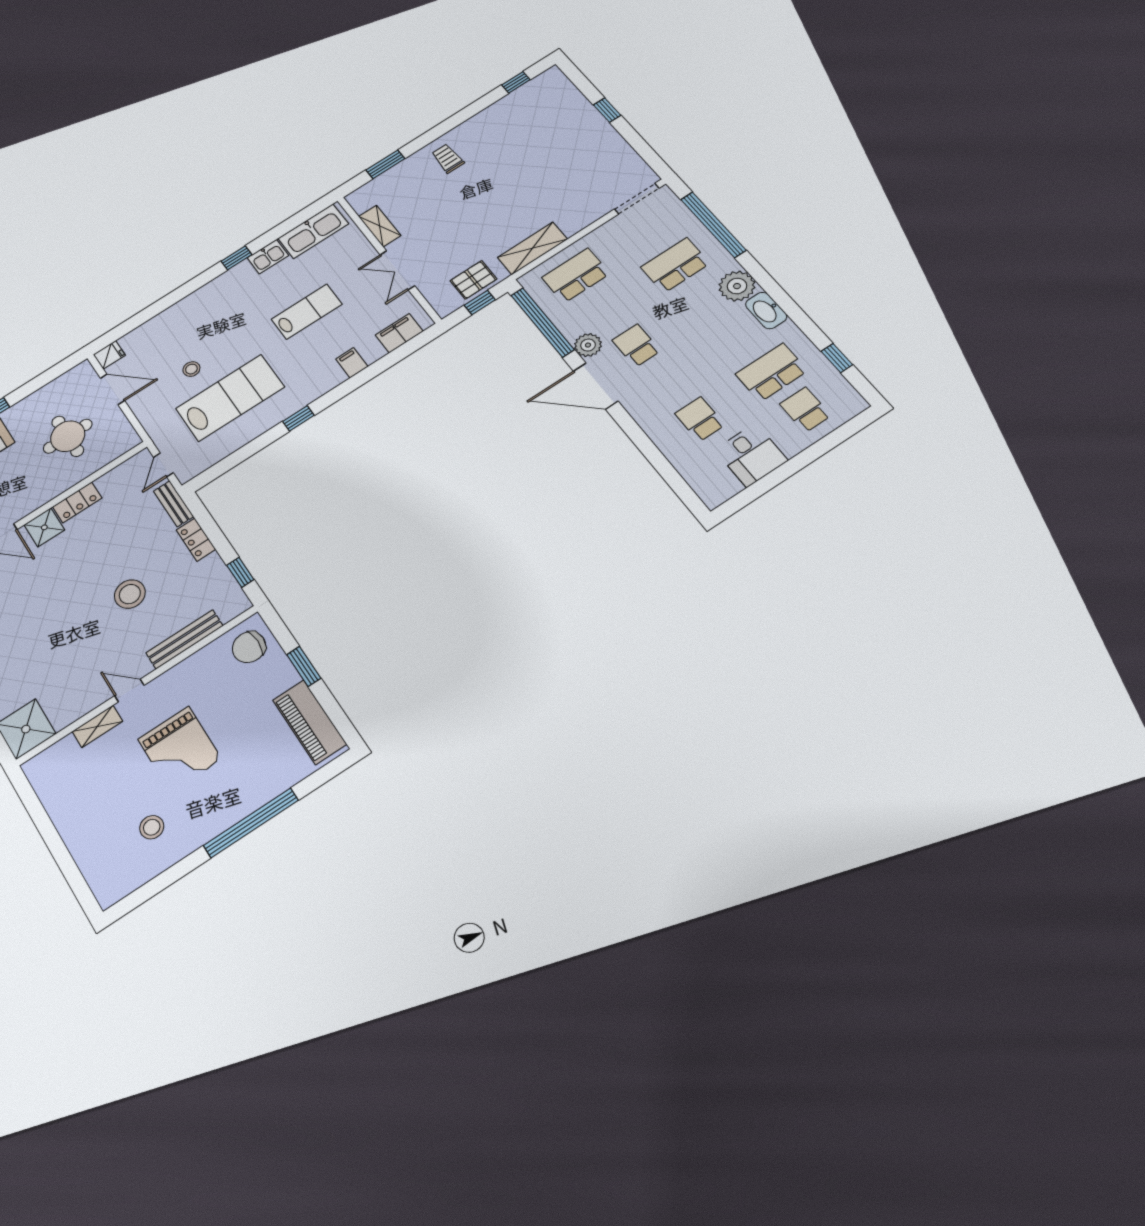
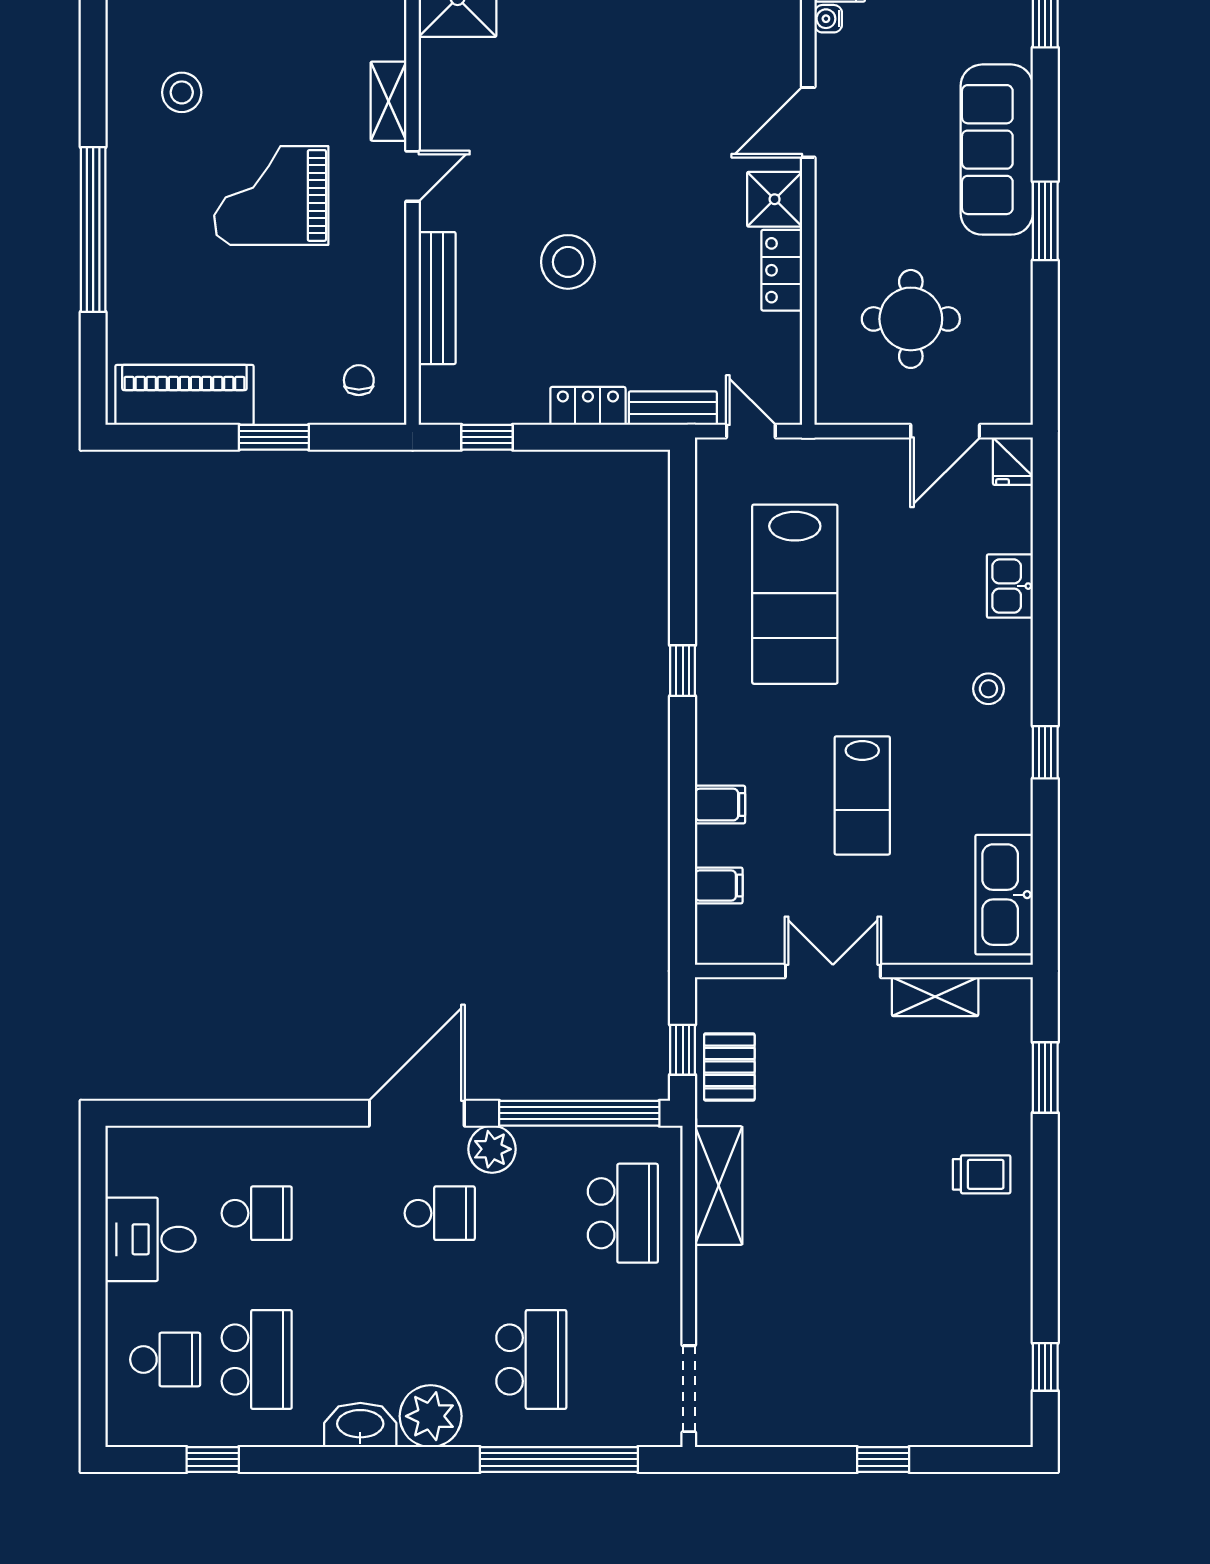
kitchen sink: (268, 257) -> (1010, 586), moved
filing cabinet: (399, 333) -> (719, 885), width x0.50
stool: (191, 369) -> (988, 689), moved
chair: (249, 647) -> (359, 380), width x0.54, depth x0.54

